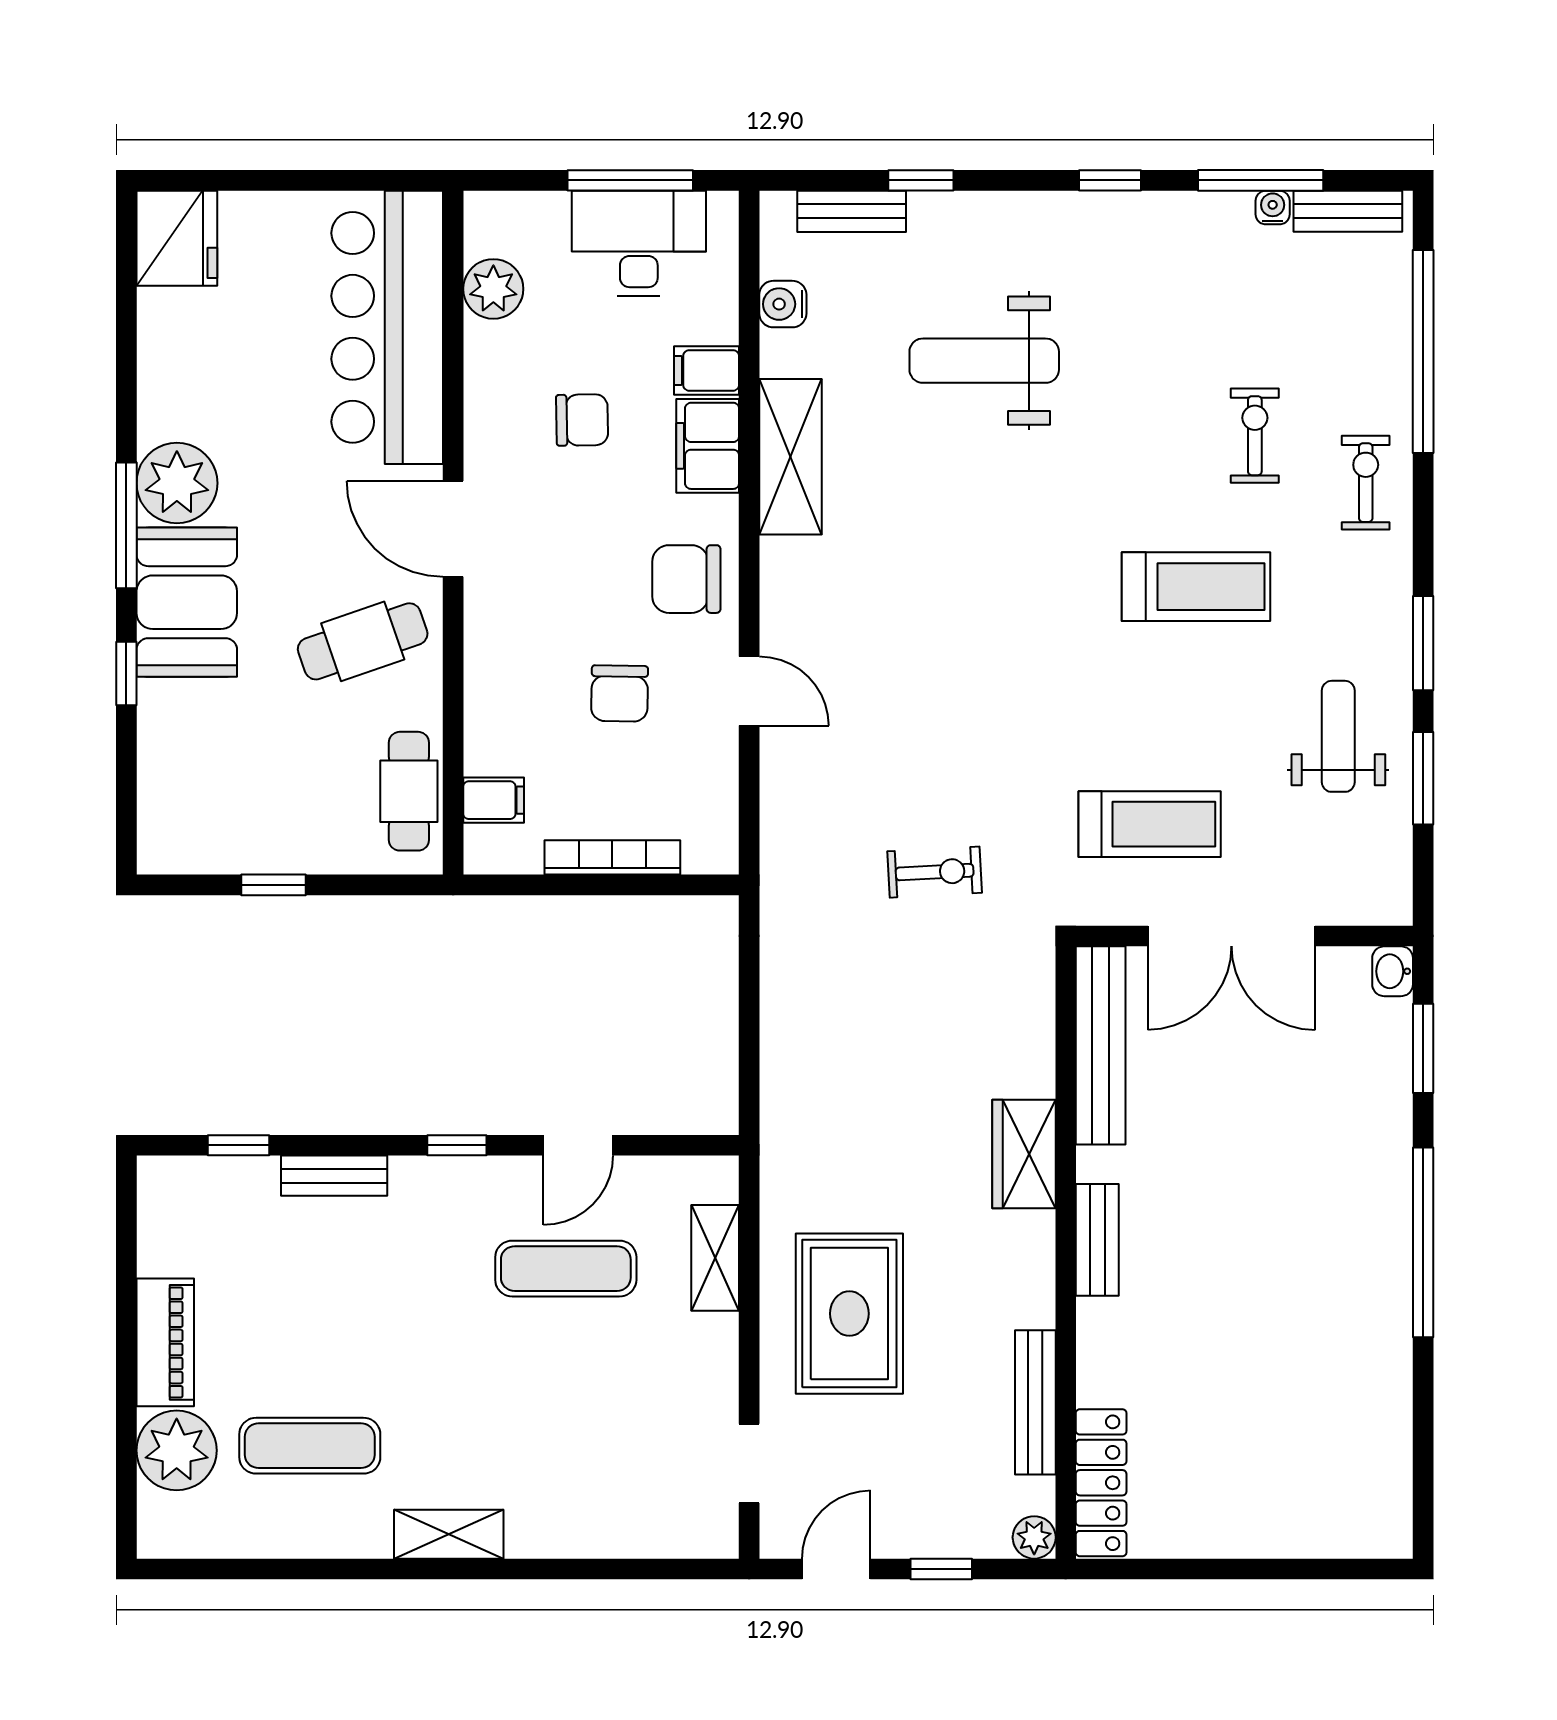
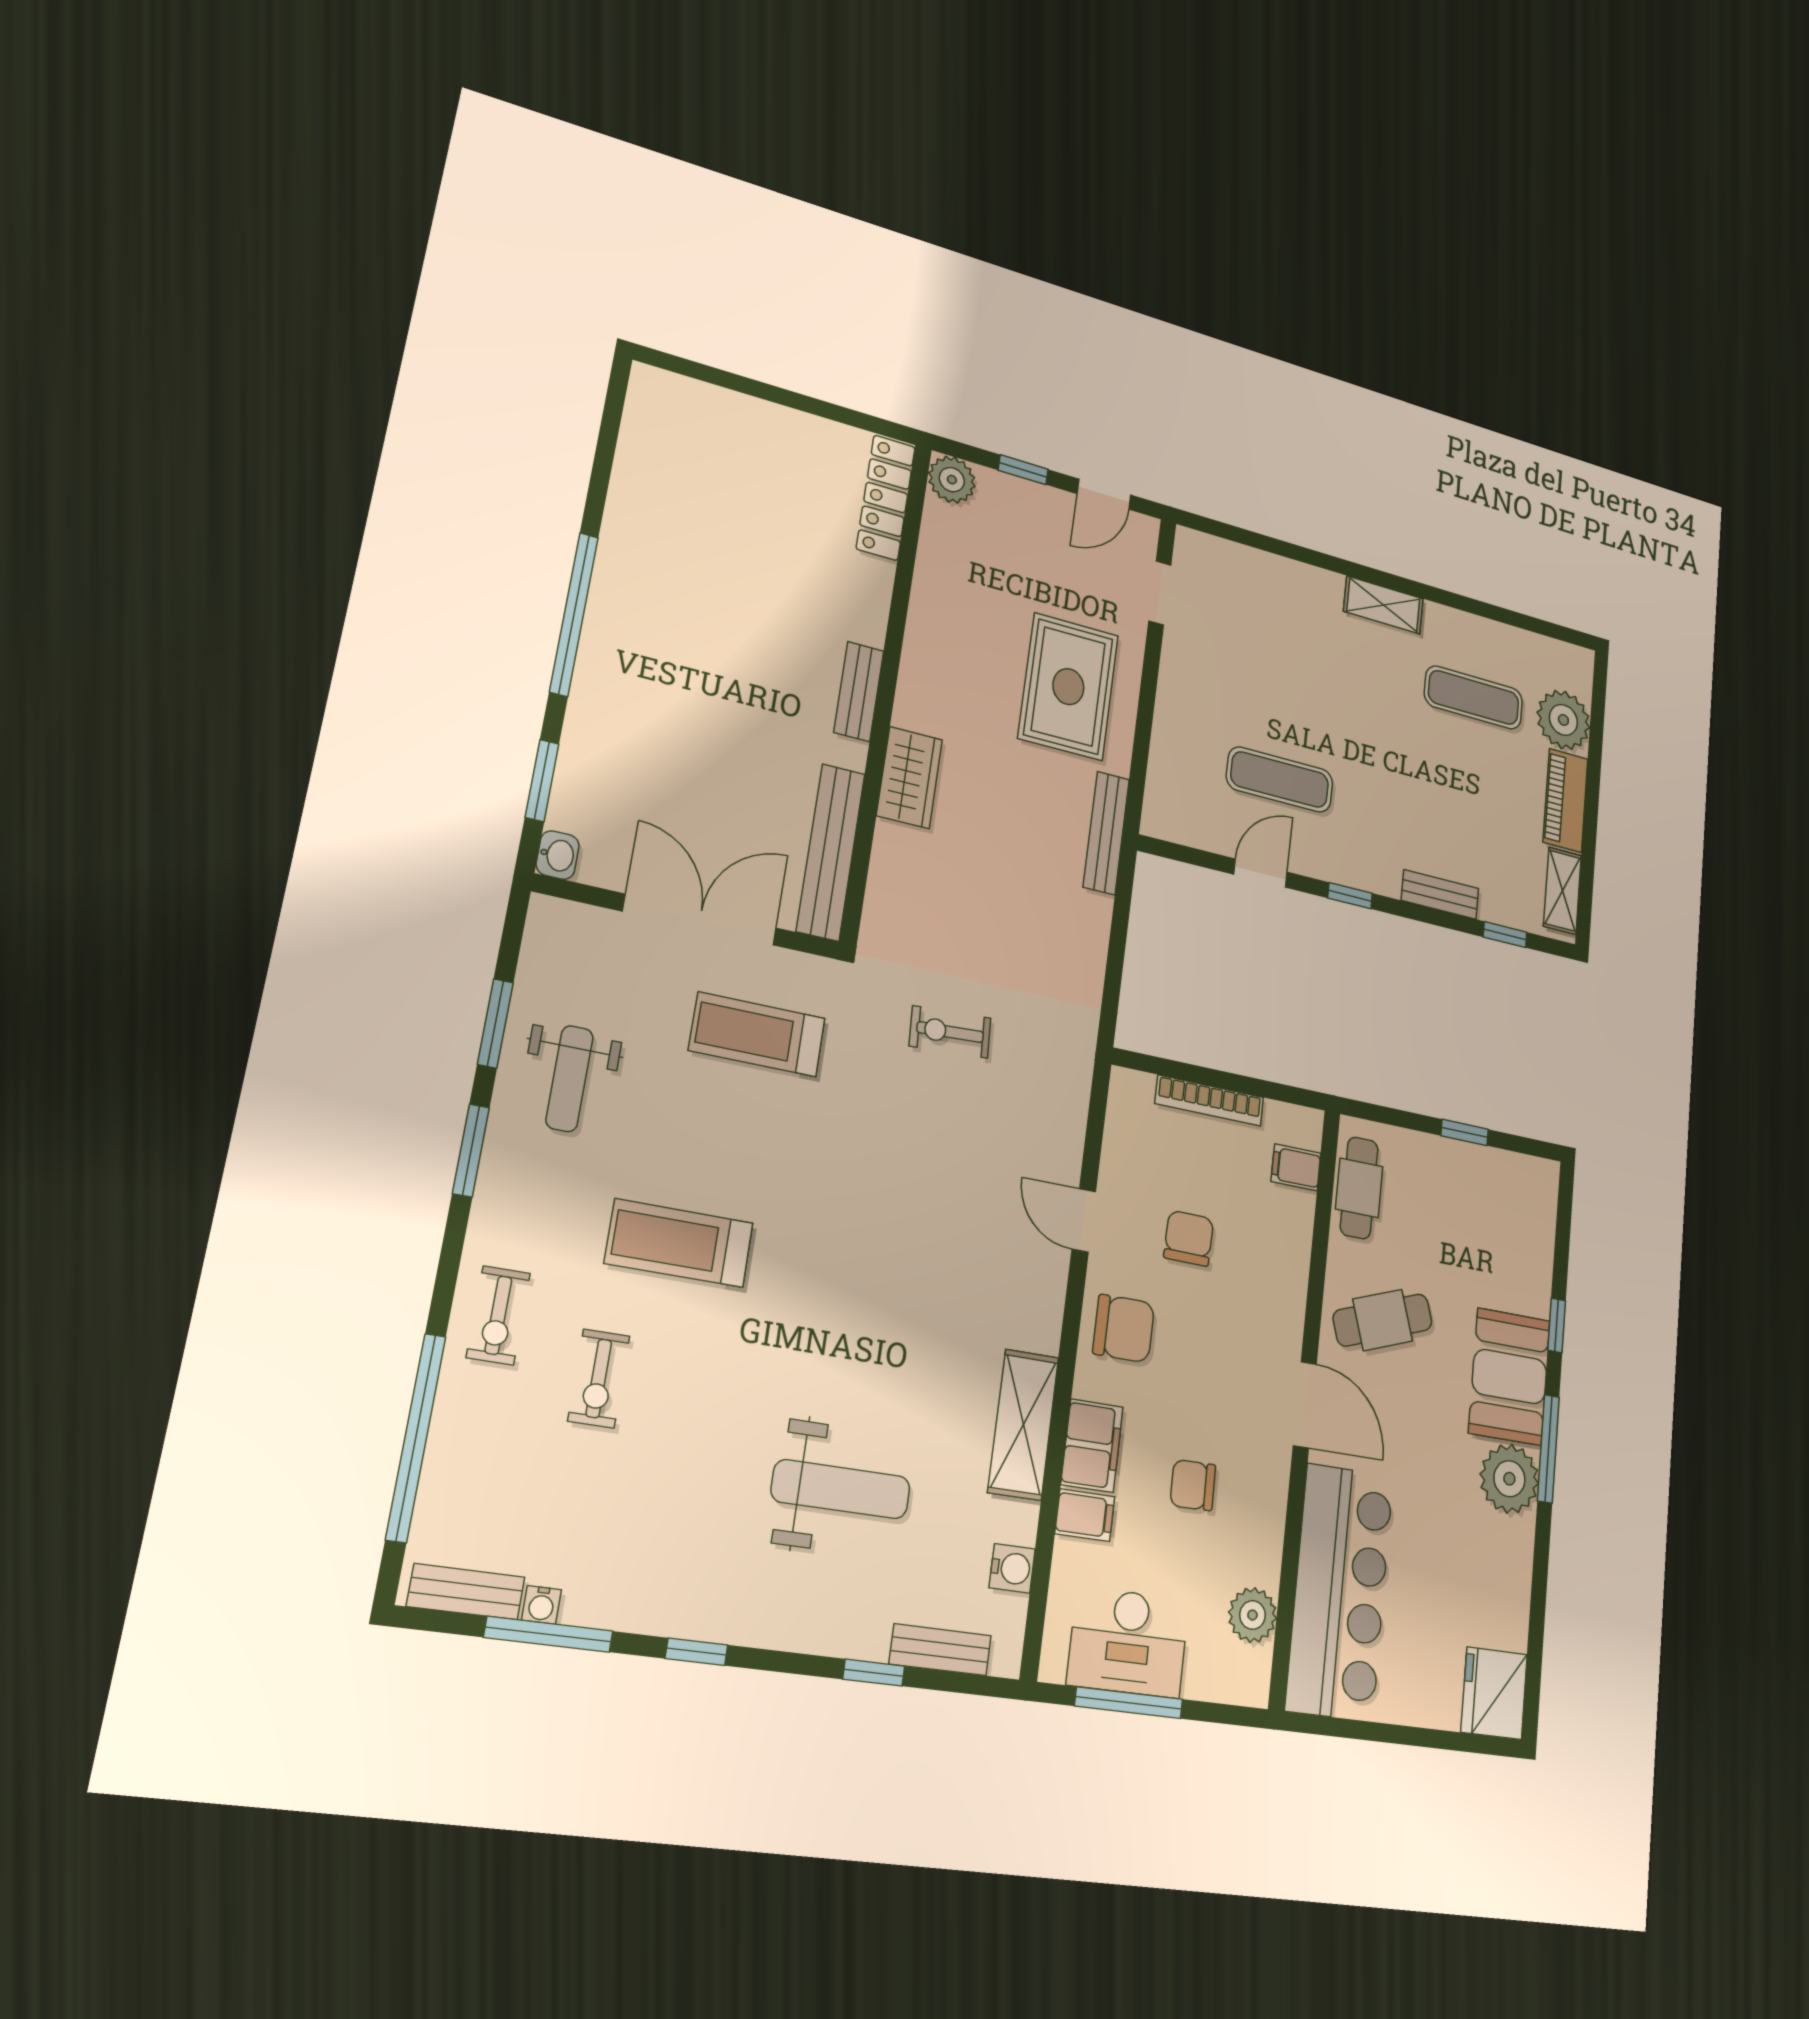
shelving: (715, 1258) -> (1562, 891), moved
bench: (1035, 1402) -> (1106, 833), moved
plant: (1034, 1537) -> (952, 480), width x1.38, depth x1.38

